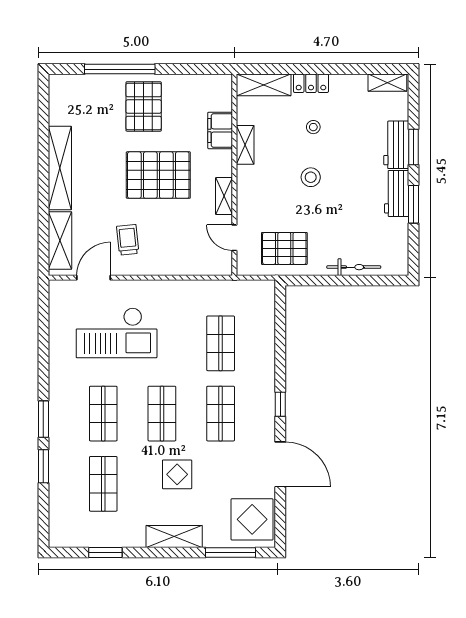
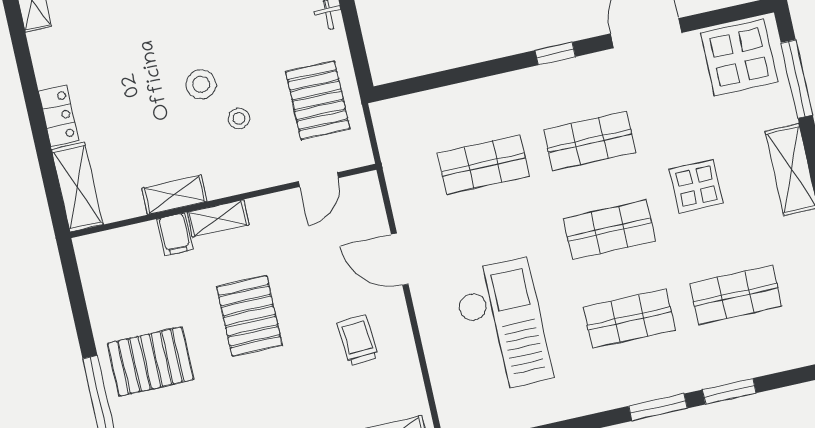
stool: (313, 127) -> (239, 118), moved
filing cabinet: (220, 130) -> (175, 234), width x0.50
pallet: (158, 175) -> (249, 316), width x0.73, depth x0.71
shelving: (224, 196) -> (218, 218), moved
trolley: (128, 240) -> (358, 340), turned 92
door: (94, 278) -> (400, 259), moved

